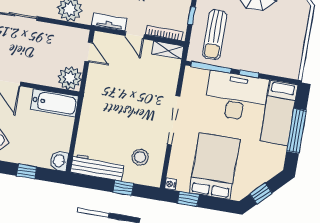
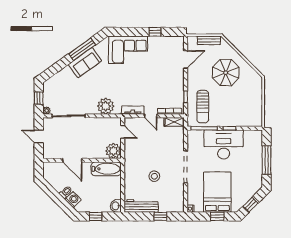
bed: (279, 113) -> (253, 150), removed
stool: (140, 157) -> (154, 176), moved
window: (188, 199) -> (217, 216), moved

